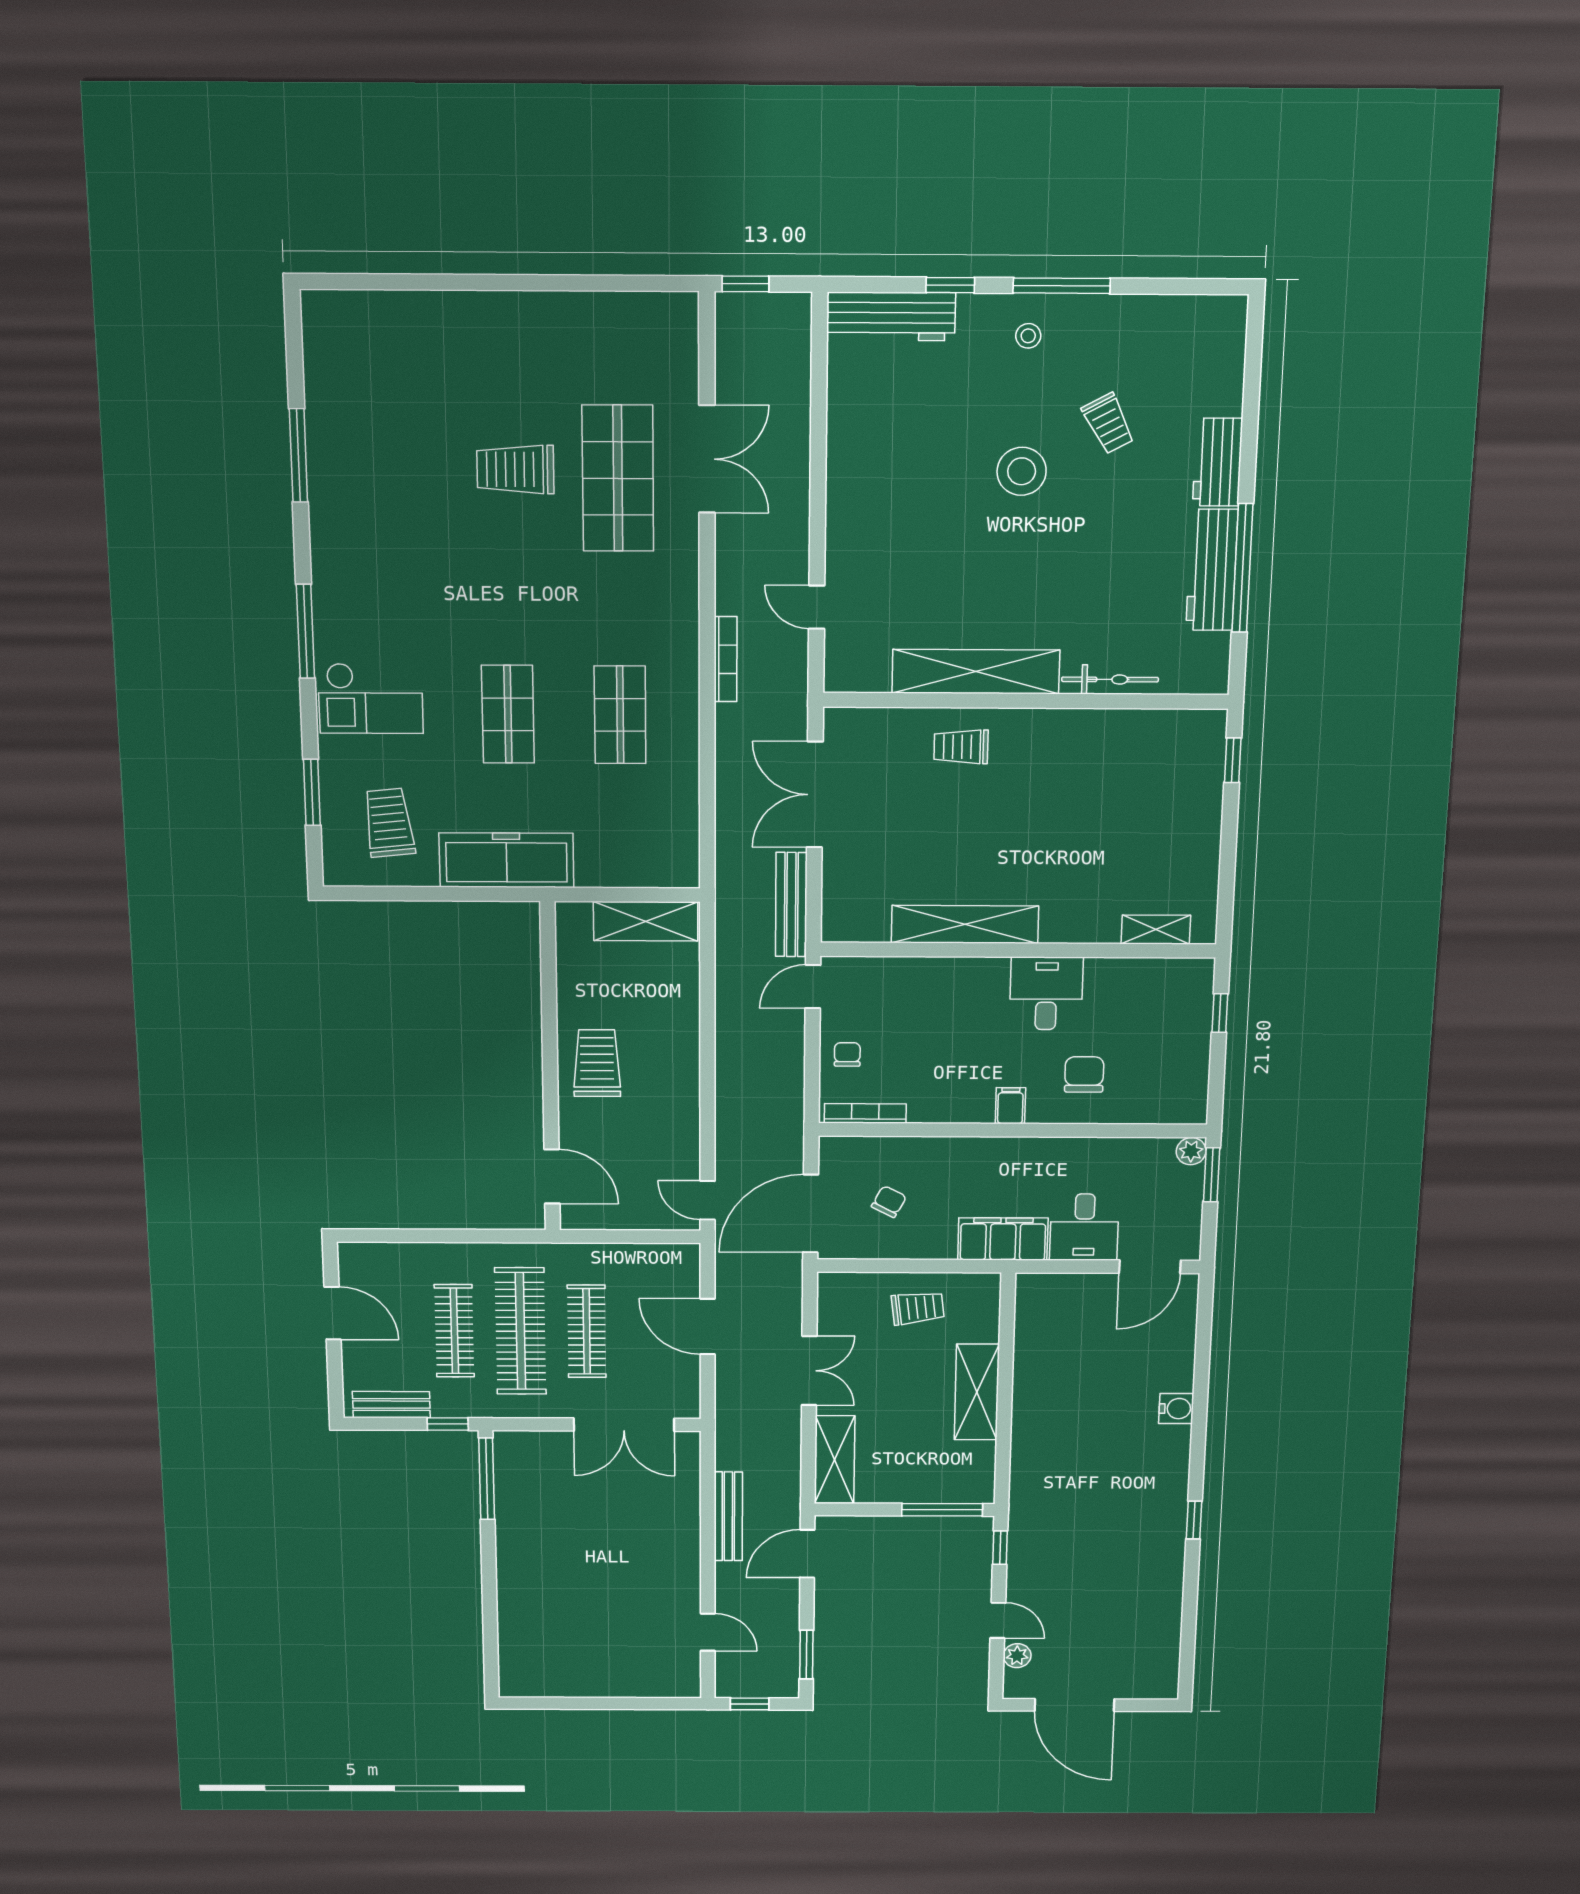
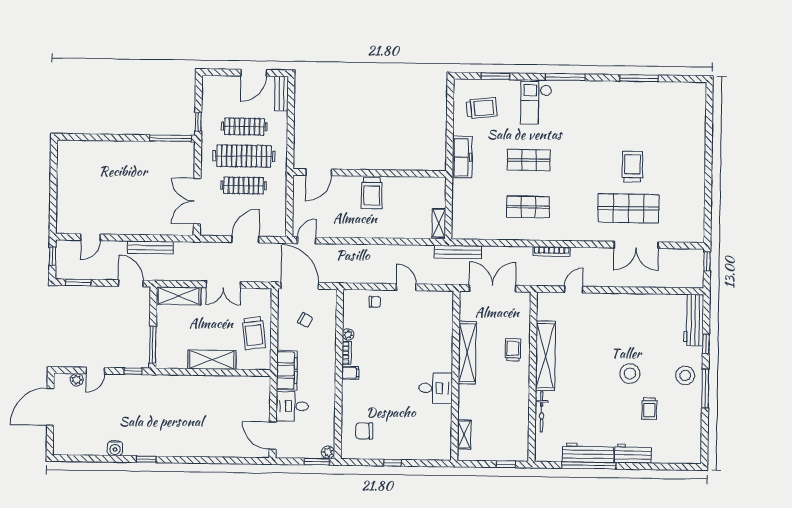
stool: (1028, 336) -> (685, 375), width x1.89, depth x1.89
trolley: (1108, 423) -> (649, 409), turned -62
freezer: (506, 860) -> (462, 157), width x0.73, depth x0.79
bench: (791, 905) -> (458, 252), moved
shelving: (646, 921) -> (439, 223), width x0.67, depth x0.75
shelving: (965, 924) -> (467, 353), moved
shelving: (1156, 930) -> (464, 434), moved
wall: (1018, 950) -> (455, 376), moved
desk: (1046, 993) -> (436, 388), moved
trolley: (597, 1063) -> (372, 193), turned 90
chair: (1084, 1074) -> (364, 431), moved, turned 180
plant: (922, 1111) -> (348, 334), added
bookcase: (865, 1113) -> (347, 353), moved, width x0.64
trolley: (918, 1308) -> (254, 333), width x1.36, depth x1.39
bench: (391, 1405) -> (282, 93), moved
water cooler: (1176, 1409) -> (115, 448), moved

